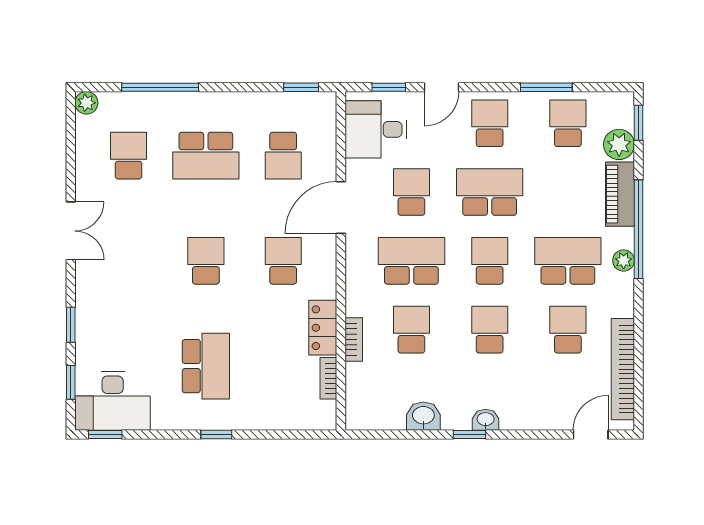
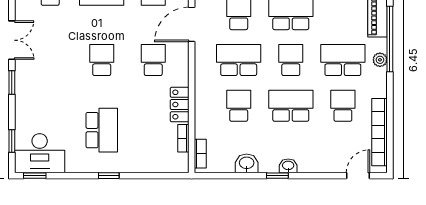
window: (71, 325) -> (12, 83), moved
school desk: (490, 330) -> (291, 106), width x1.85
bookcase: (354, 339) -> (200, 154), moved

